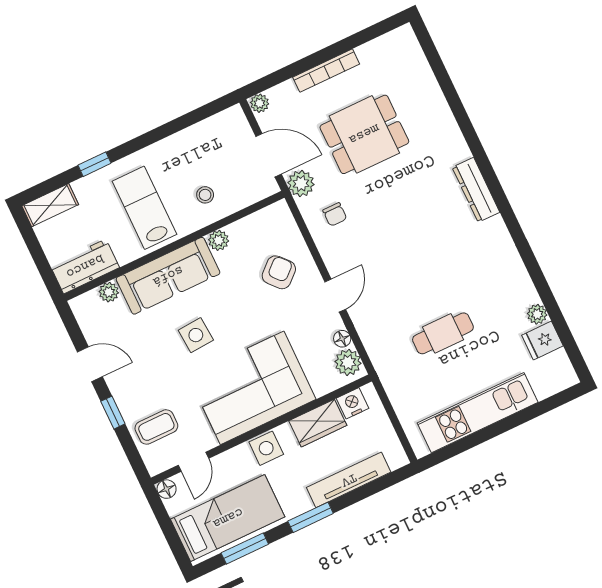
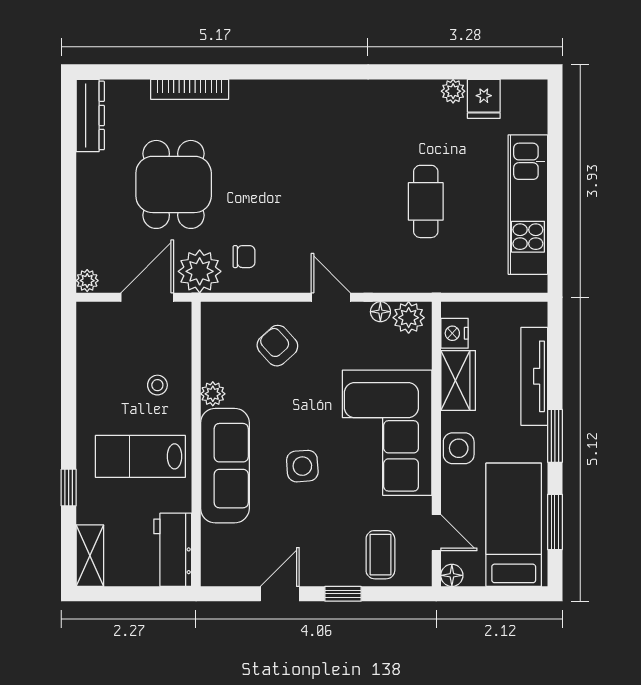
bookcase: (326, 71) -> (190, 89), moved, turned 90
plant: (301, 184) -> (200, 271), width x1.36, depth x1.36
dresser: (476, 190) -> (90, 115), moved, turned -90
plant: (109, 292) -> (212, 537), removed

